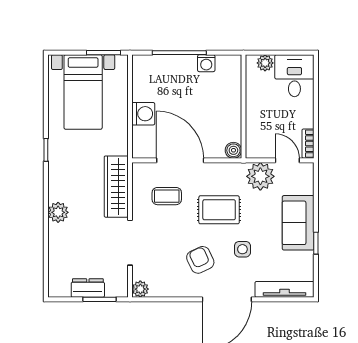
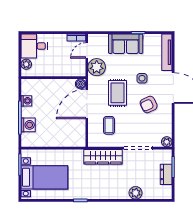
washing machine: (143, 114) -> (28, 125), moved, turned 90
door: (180, 160) -> (87, 104), moved
plant: (58, 212) -> (136, 193), moved

